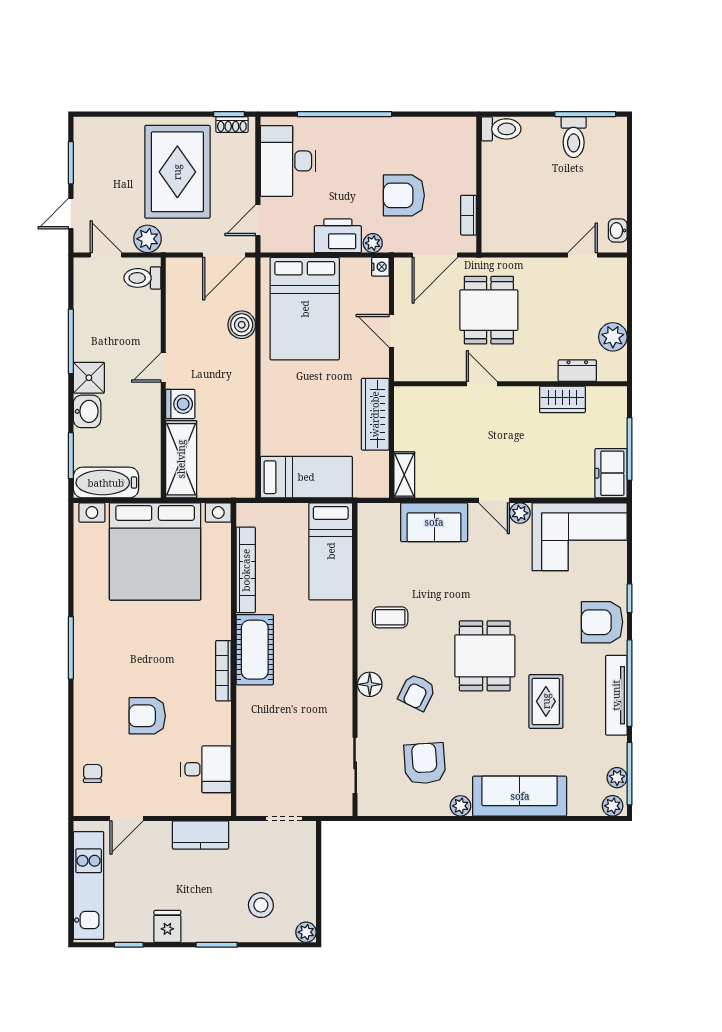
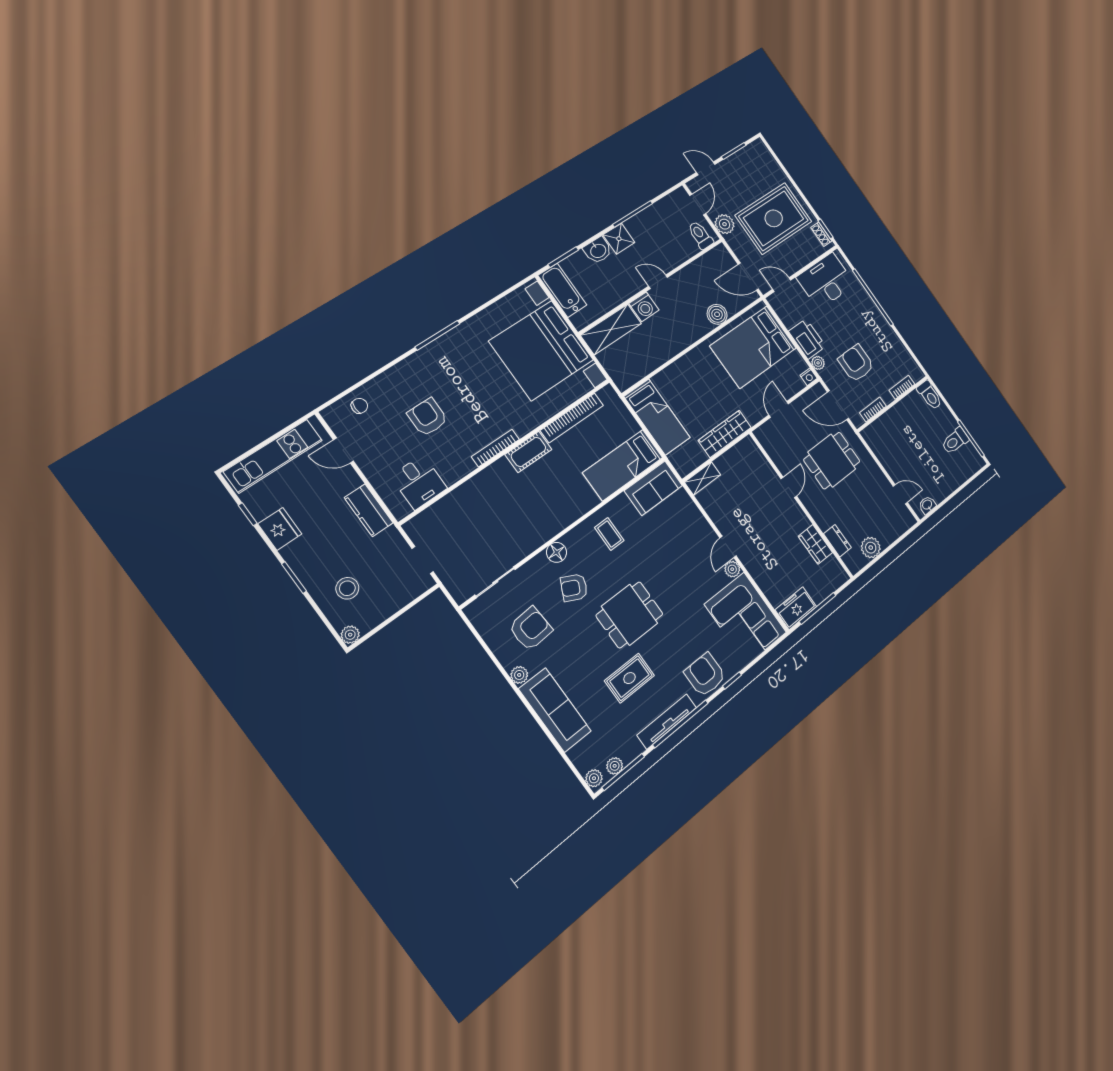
bookcase: (469, 158) -> (902, 387), added
sofa: (434, 522) -> (653, 488), moved, turned -90
cot: (255, 650) -> (528, 452), width x0.73, depth x0.75
fridge: (167, 926) -> (280, 529), width x1.38

